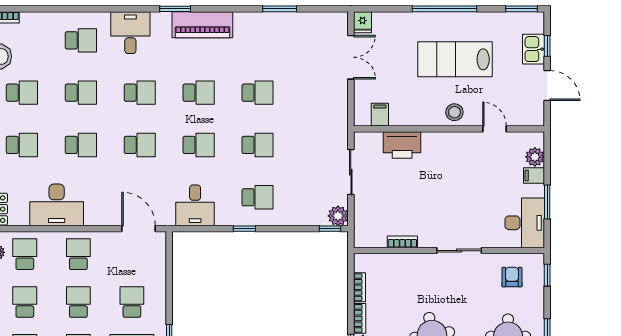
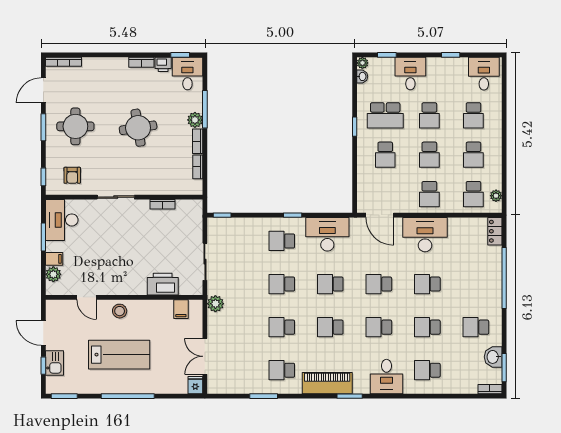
school desk: (22, 145) -> (282, 370), moved
desk: (57, 205) -> (425, 235), moved
desk: (195, 205) -> (327, 234), width x1.37
plant: (338, 216) -> (215, 304), moved

